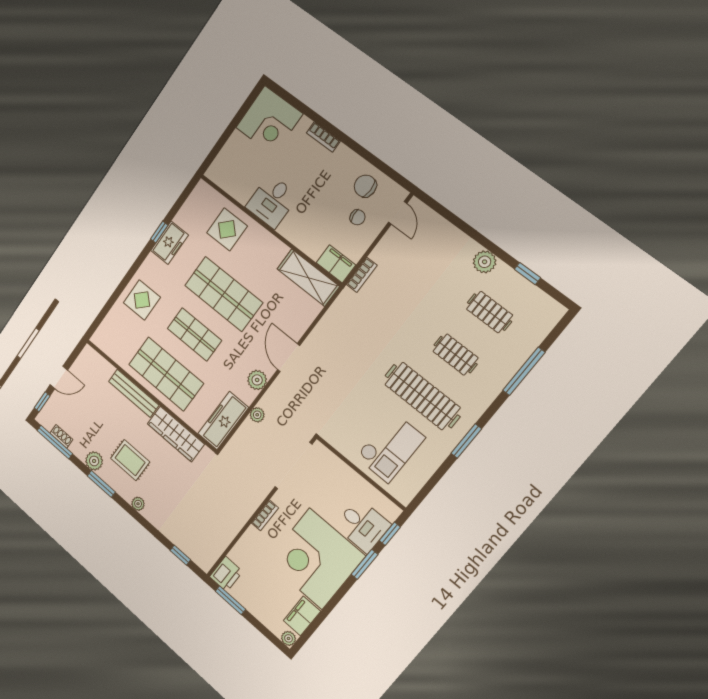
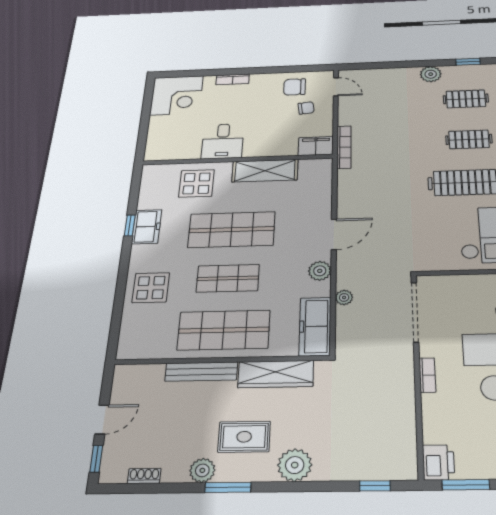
bookcase: (362, 275) -> (344, 147), width x1.56
shelving: (308, 278) -> (265, 171), moved
door: (289, 358) -> (334, 234), swing flipped
window: (55, 442) -> (140, 488), removed
plant: (138, 504) -> (295, 465), width x1.88, depth x1.88

